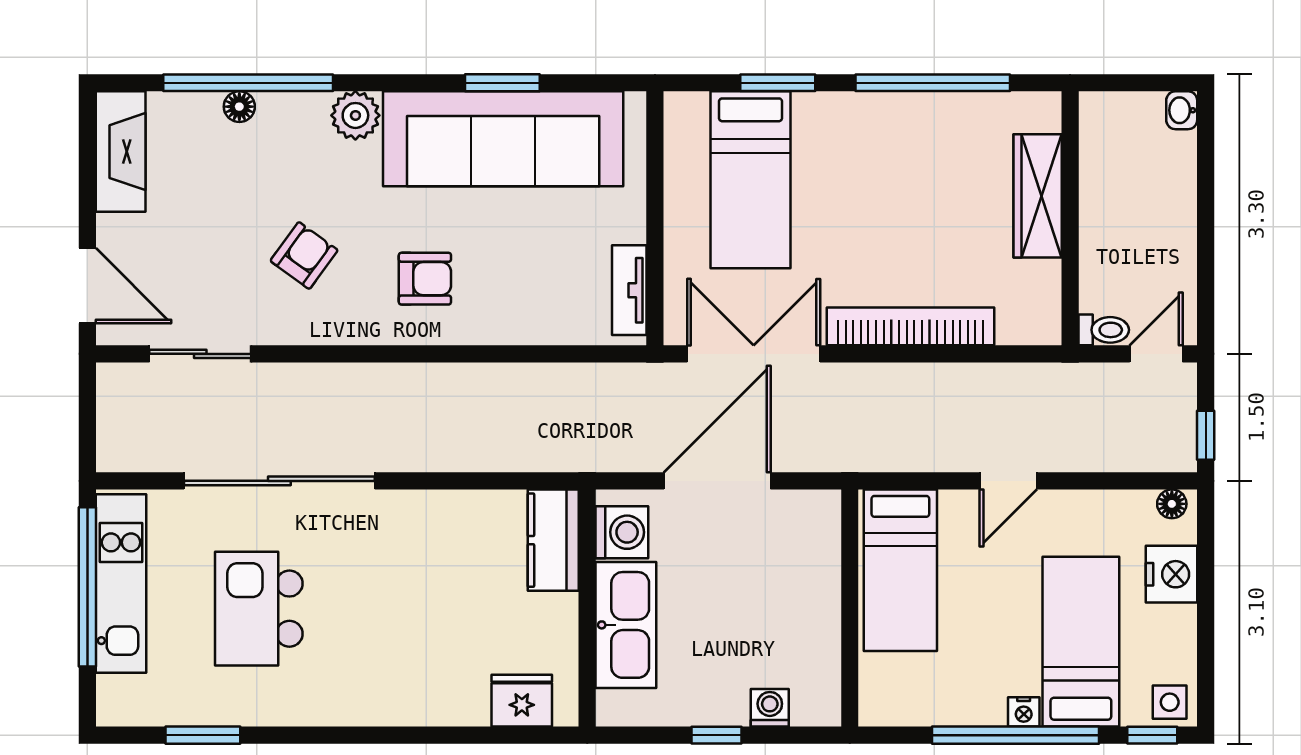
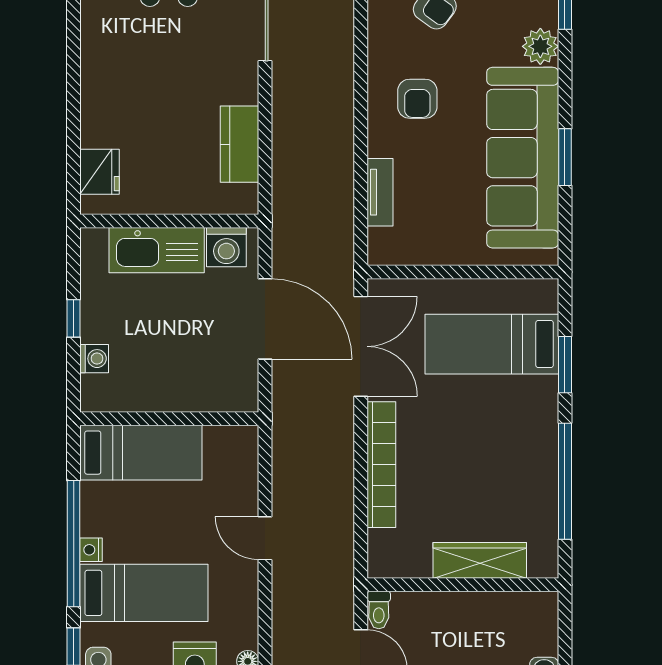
tv unit: (629, 290) -> (380, 192), moved, turned 90
kitchen counter: (553, 540) -> (240, 144), moved, turned -90
bed: (900, 570) -> (141, 453), moved, turned 180

